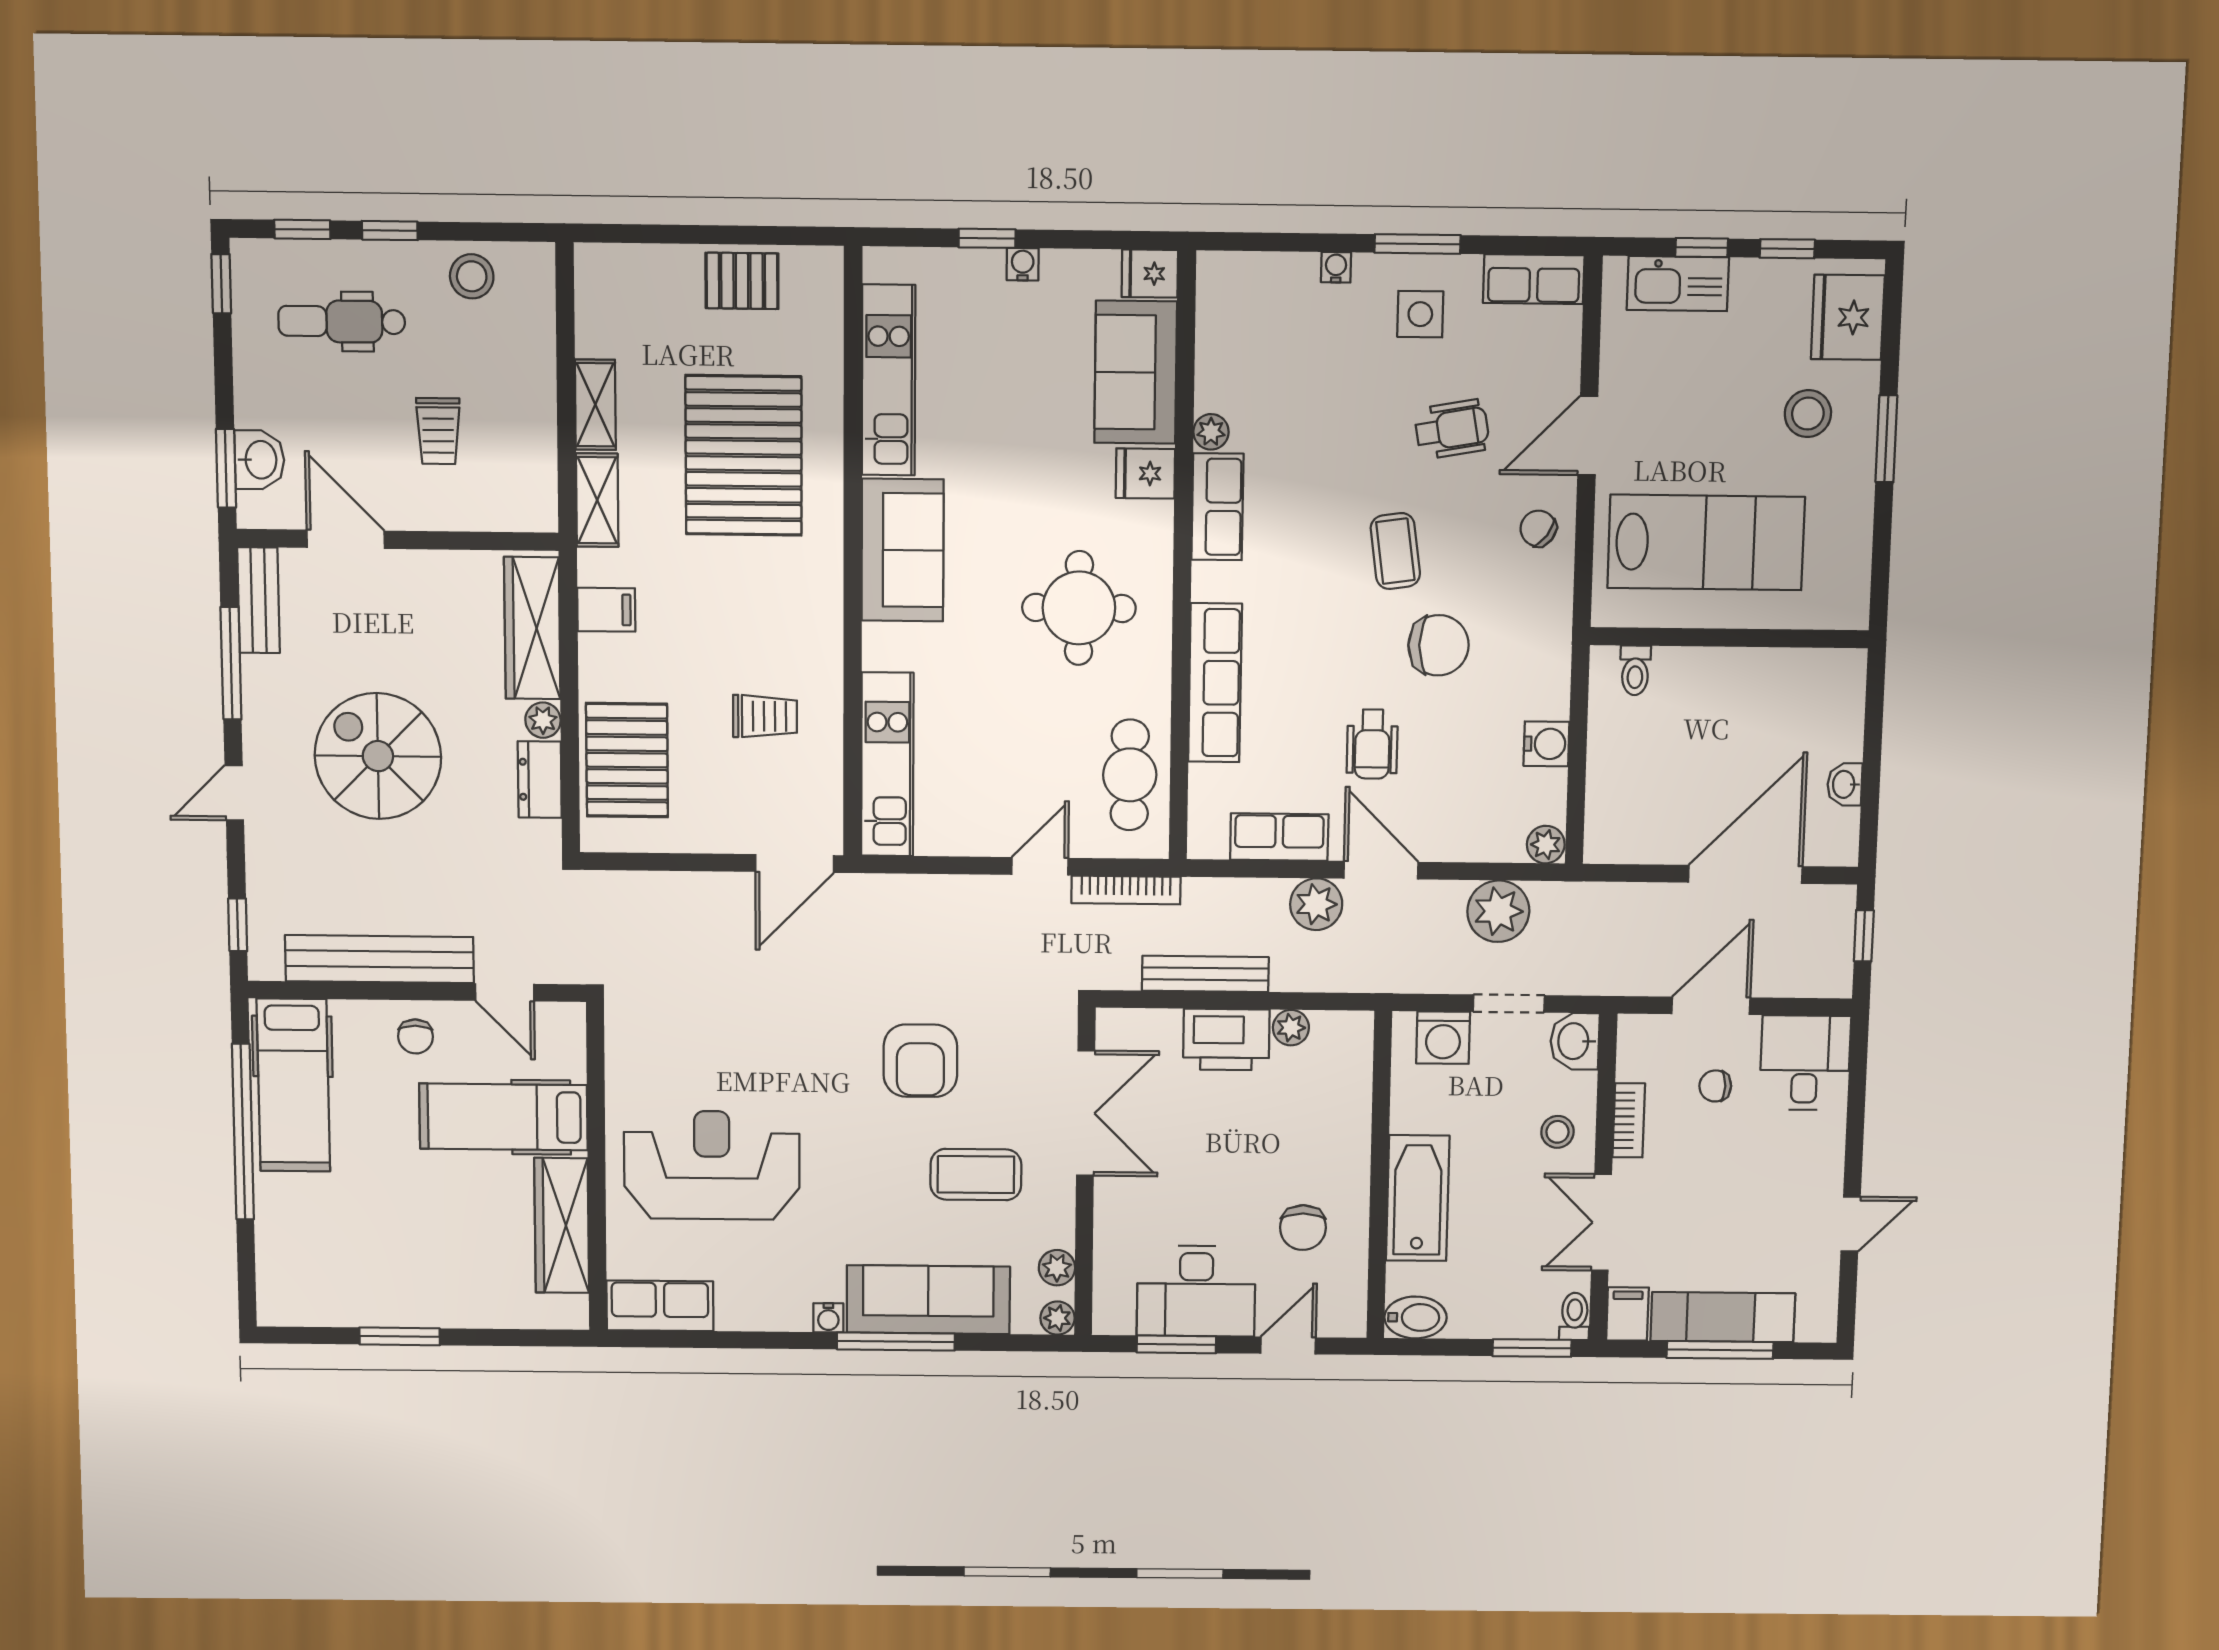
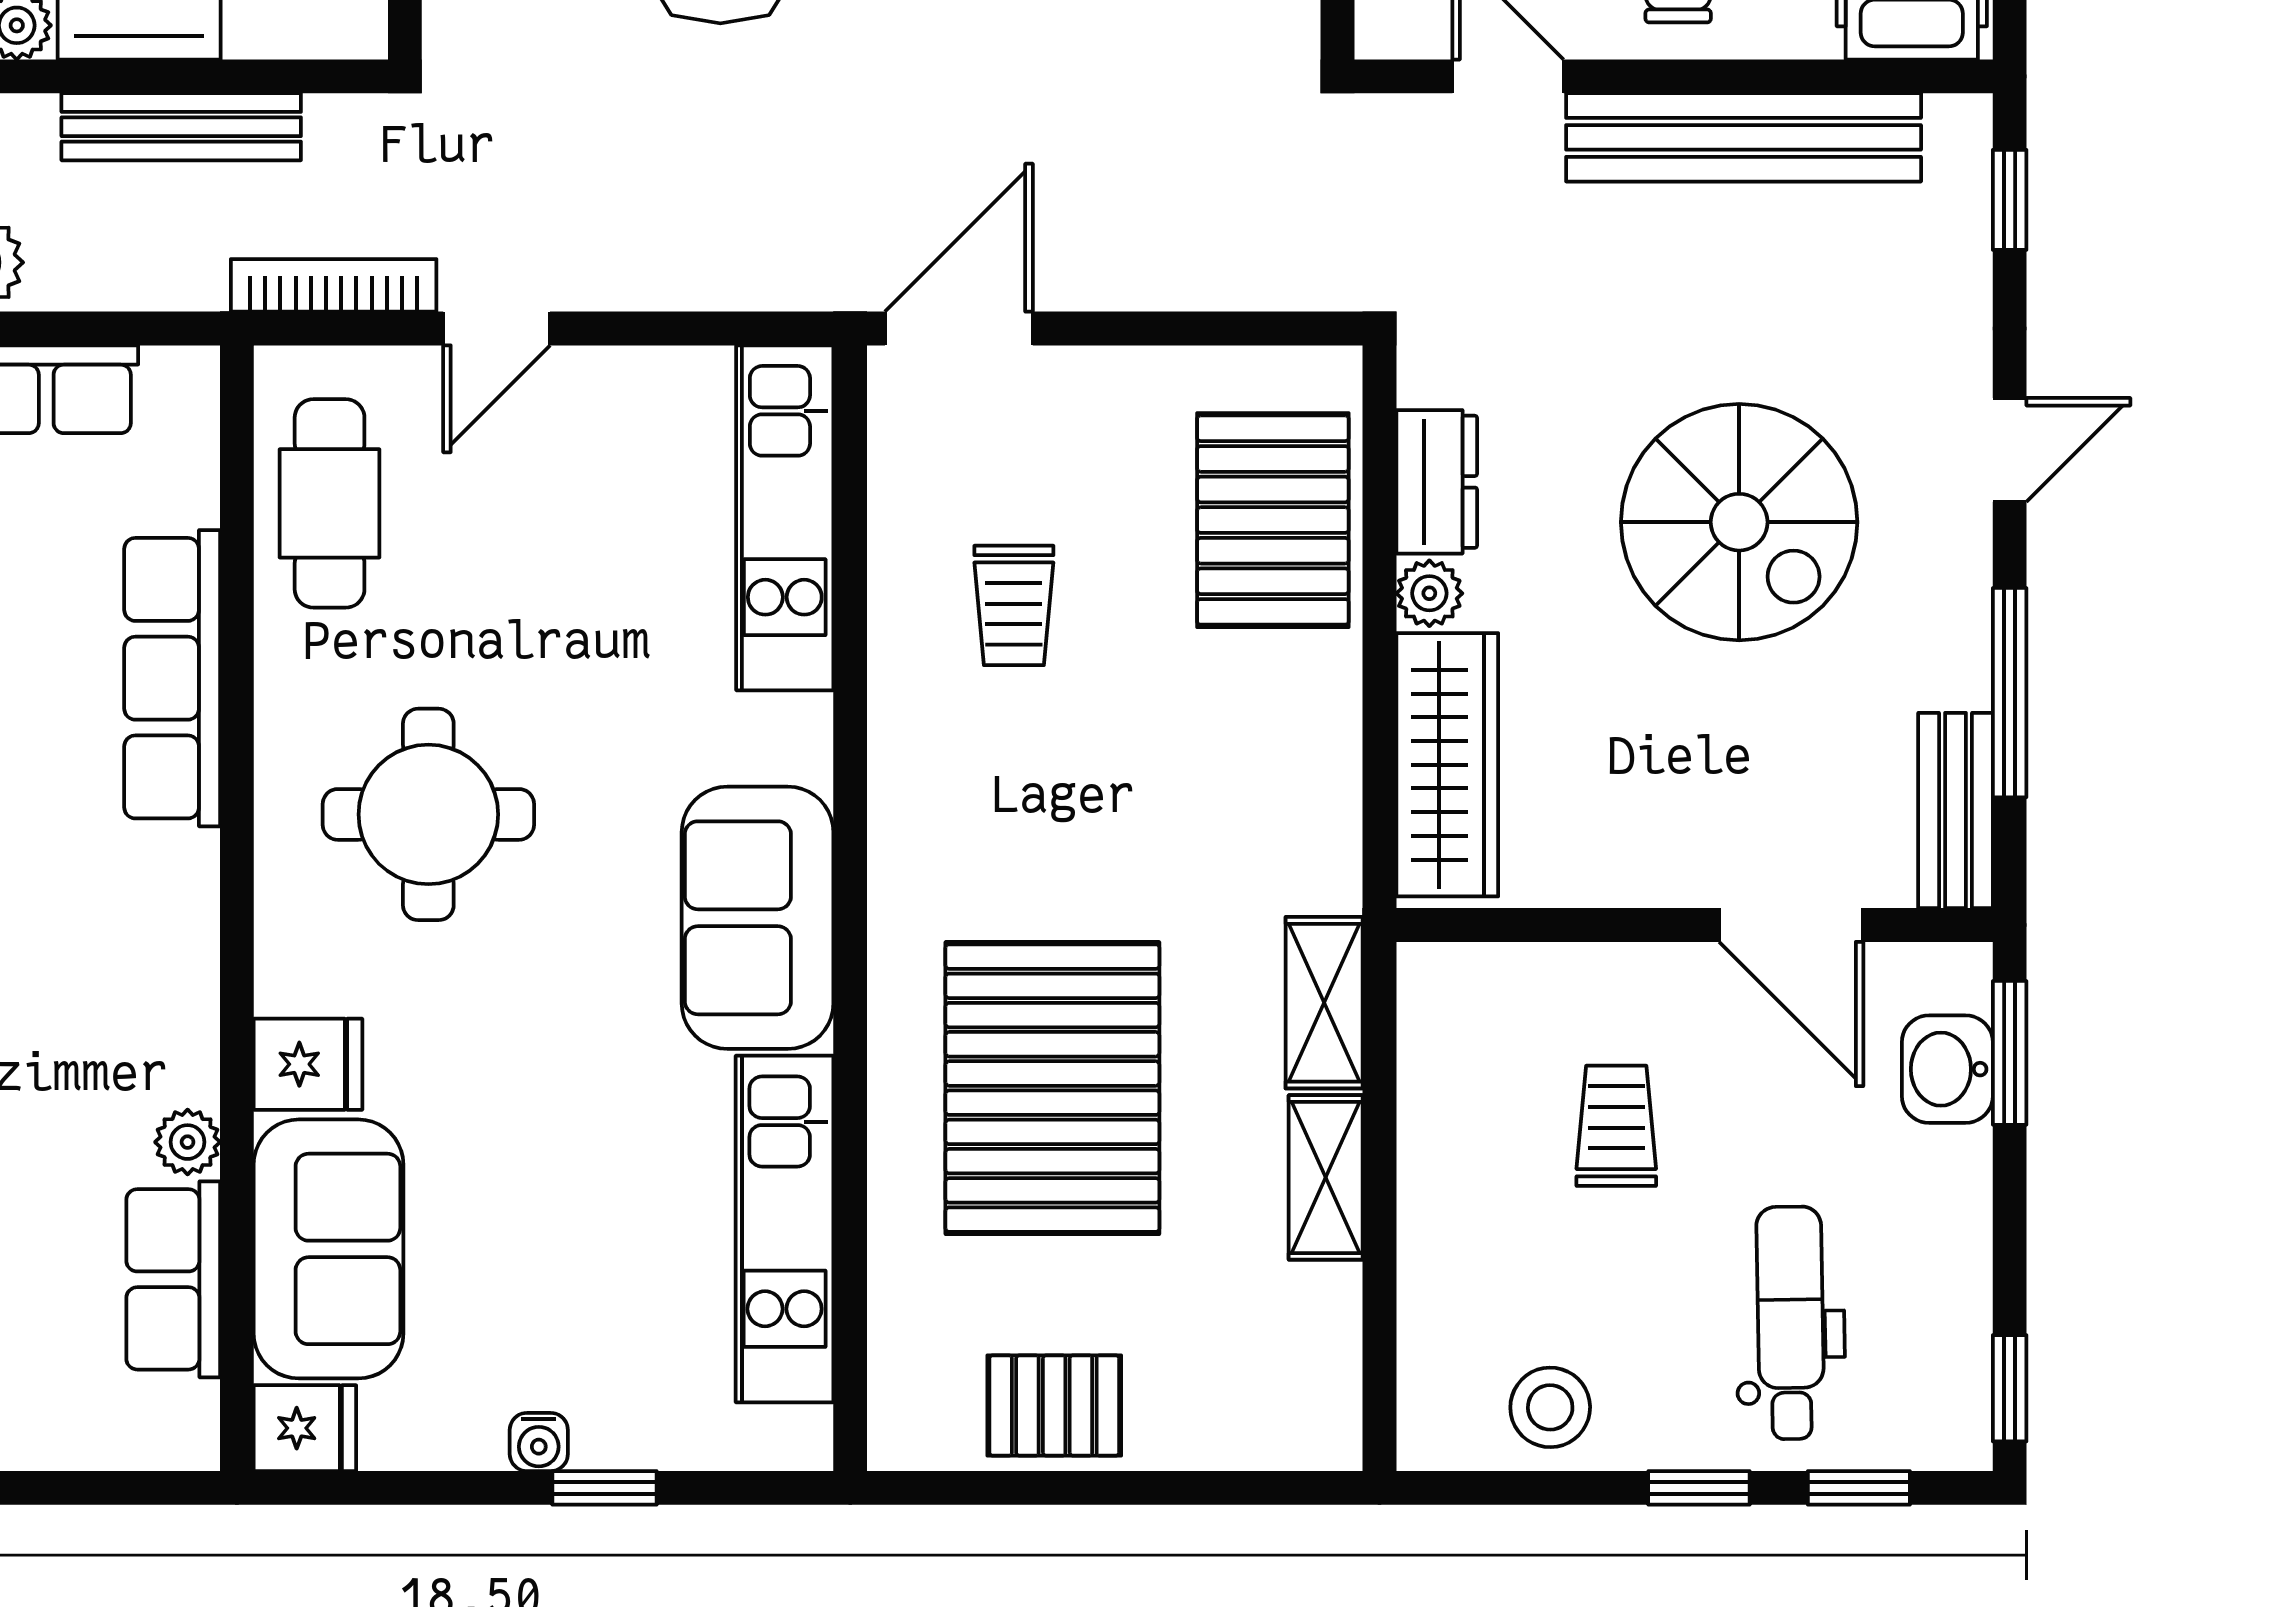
dental chair: (342, 321) -> (1790, 1323), turned -91
row of seats: (1217, 507) -> (173, 1279), moved
filing cabinet: (606, 610) -> (1309, 801), removed
trolley: (765, 716) -> (1014, 605), turned -90

